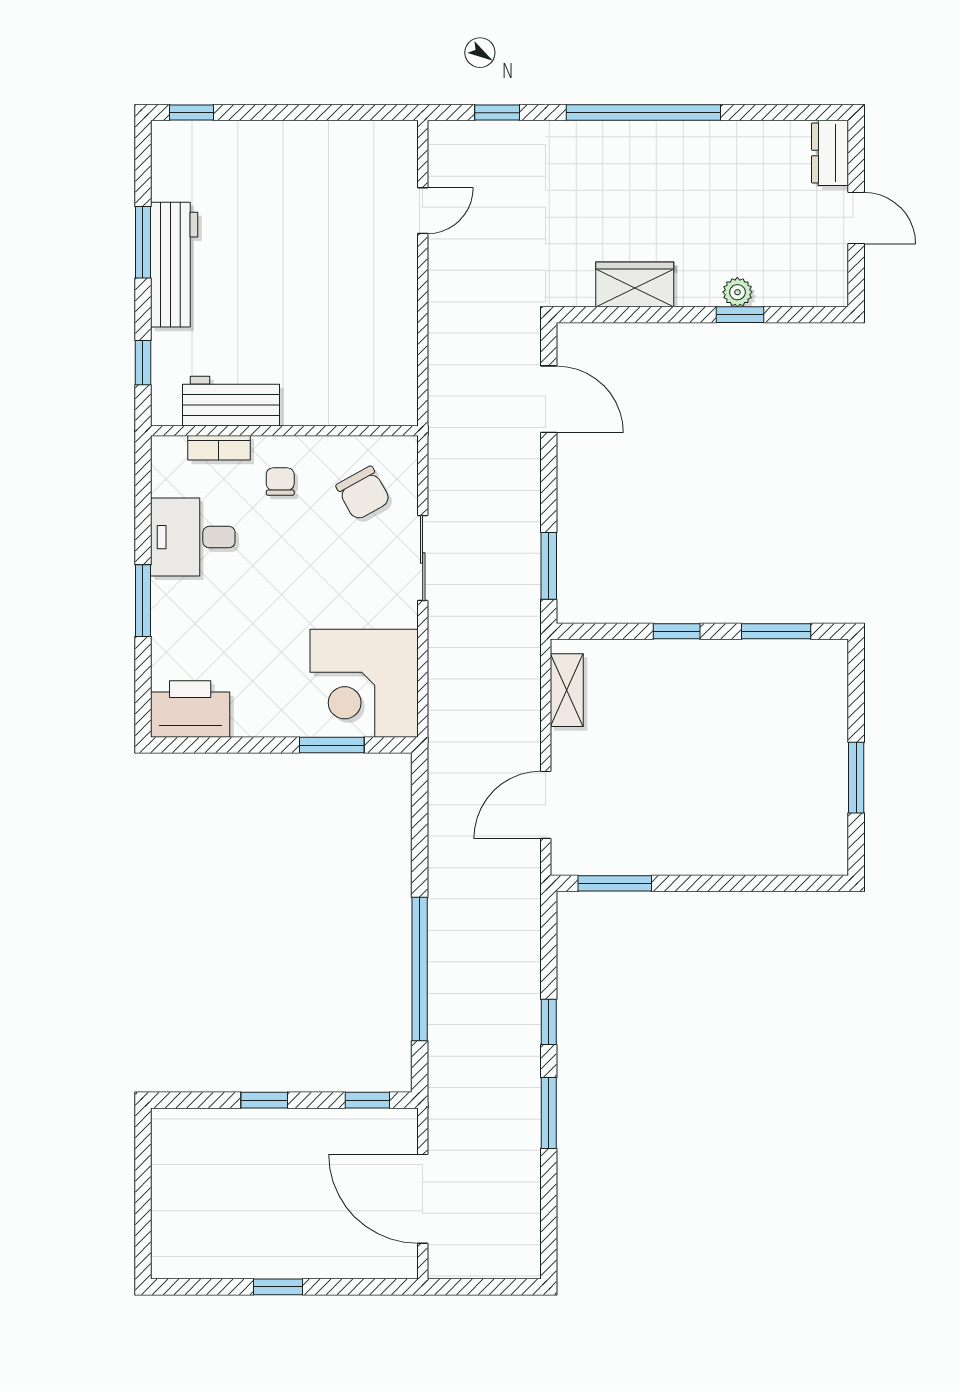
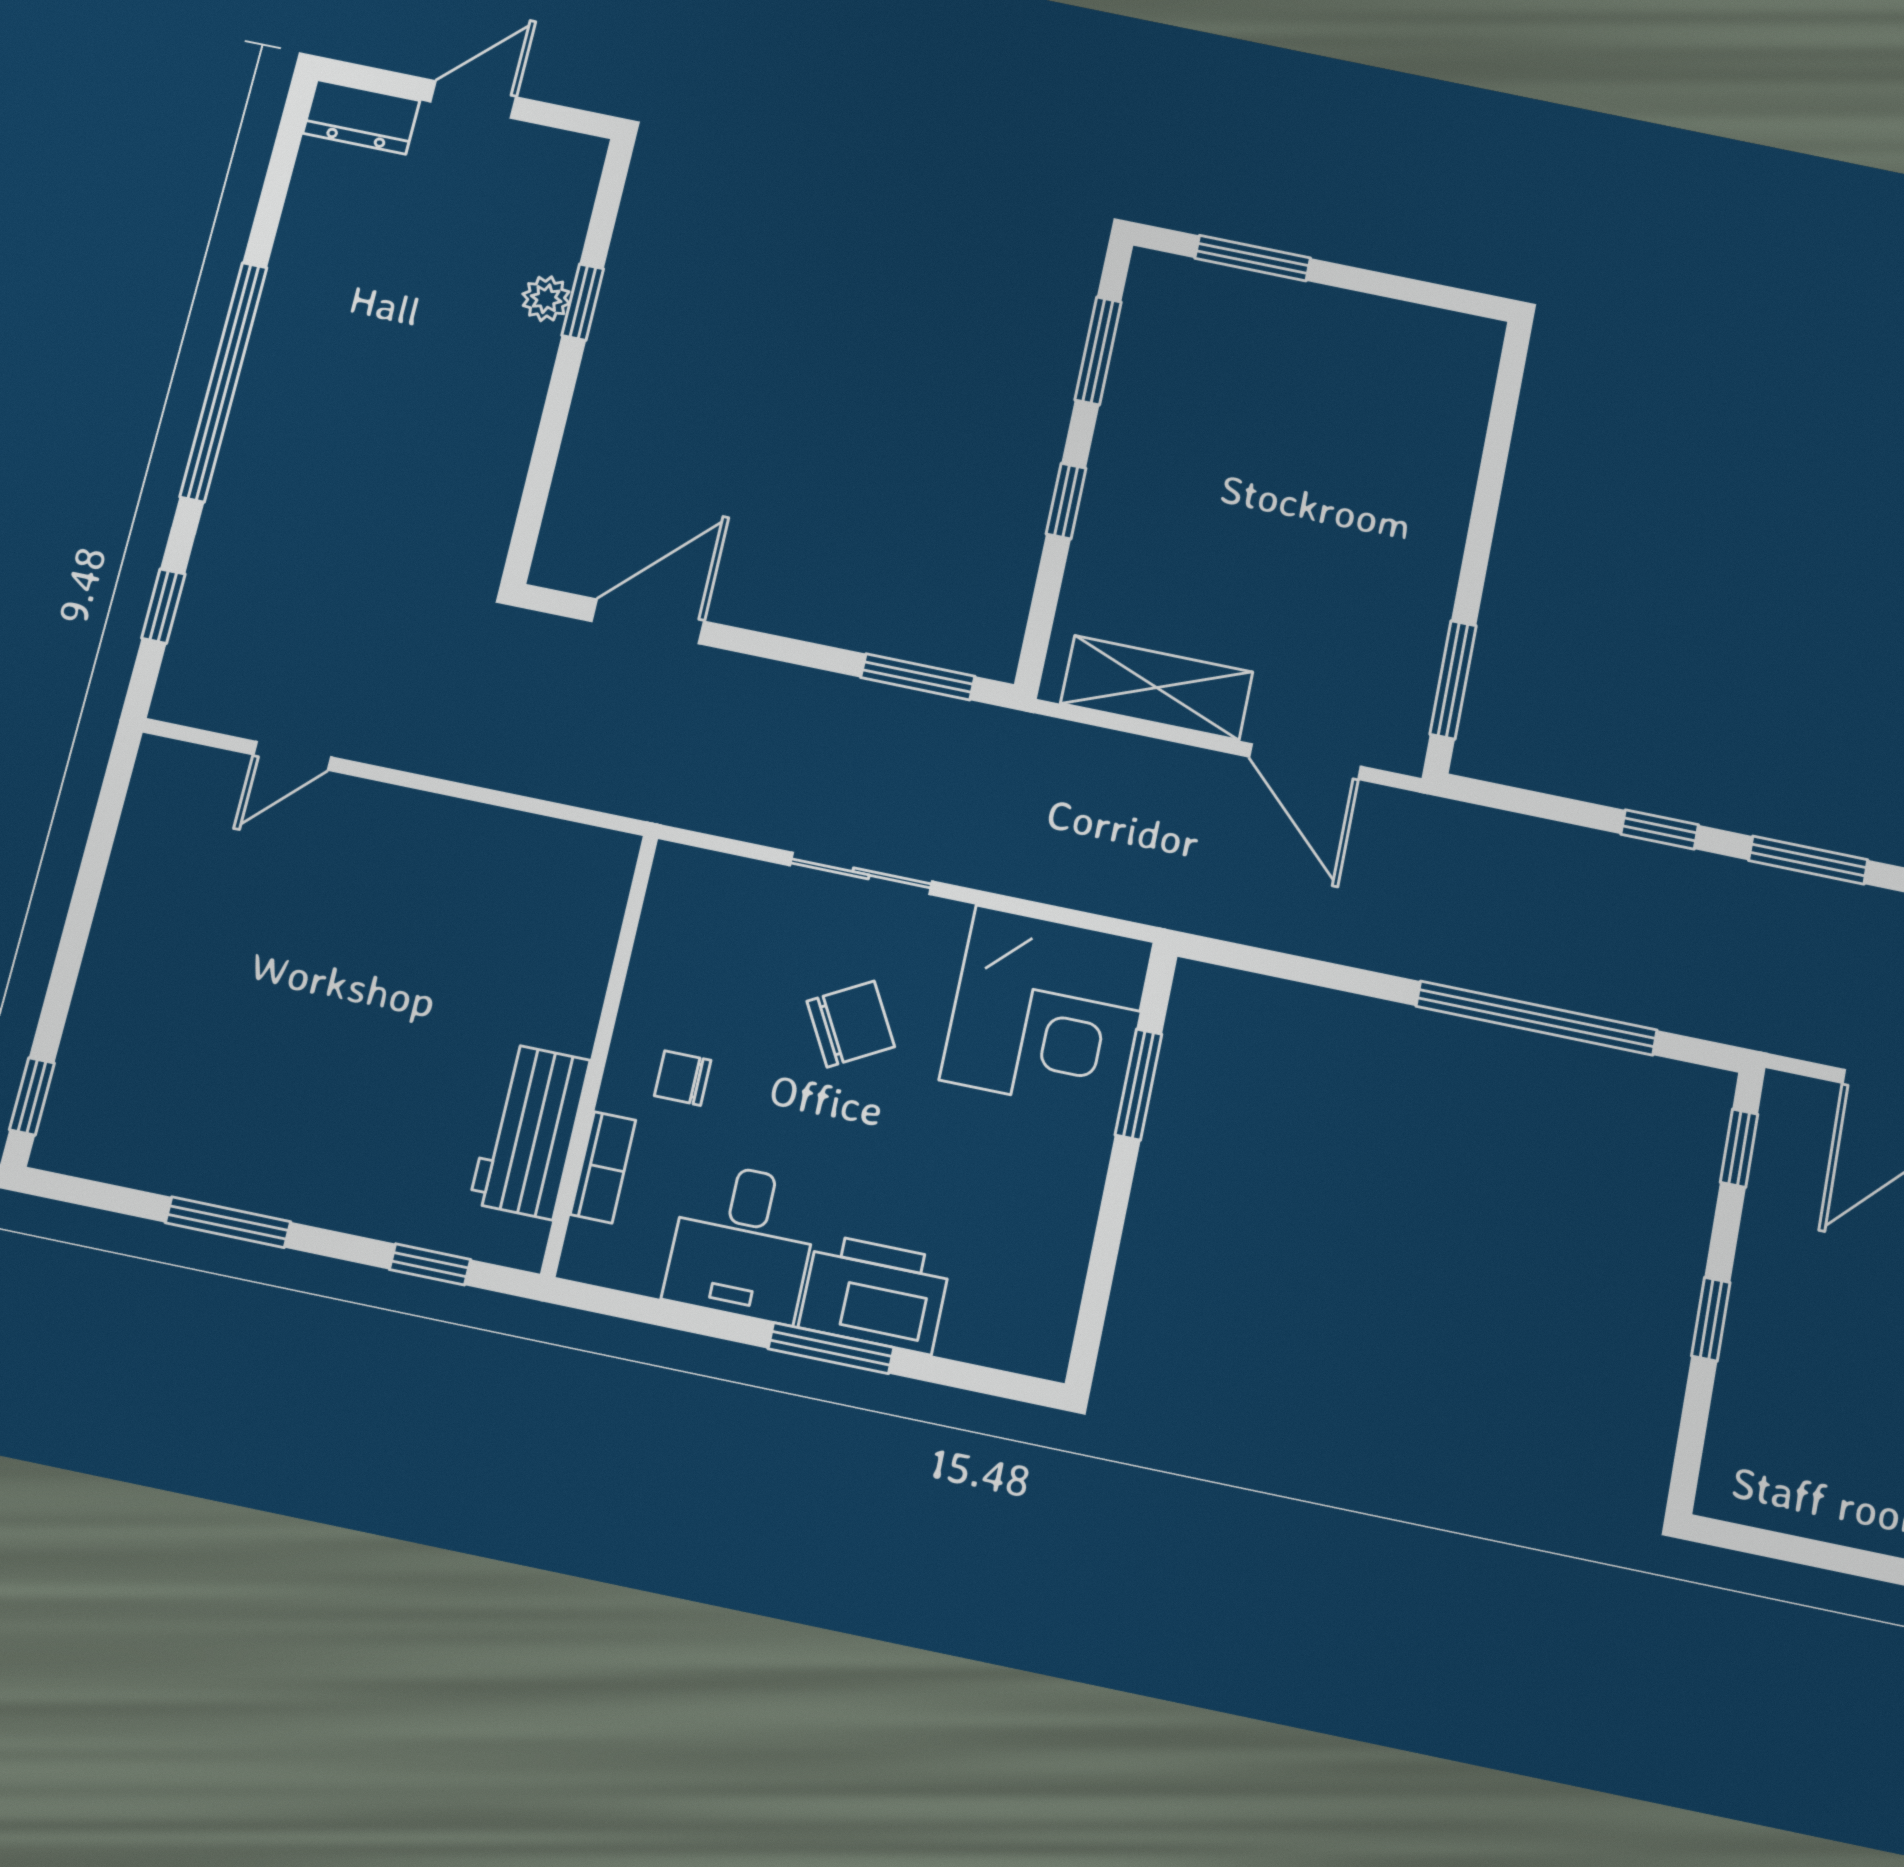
door: (423, 211) -> (292, 756), swing flipped
workbench: (174, 265) -> (279, 1178), removed
wardrobe: (635, 284) -> (495, 451), removed
chair: (363, 493) -> (851, 1024), moved
shelving: (567, 690) -> (1157, 688), width x1.50, depth x1.33
printer: (190, 709) -> (875, 1294), moved, turned 90
window: (856, 778) -> (1253, 258), moved

